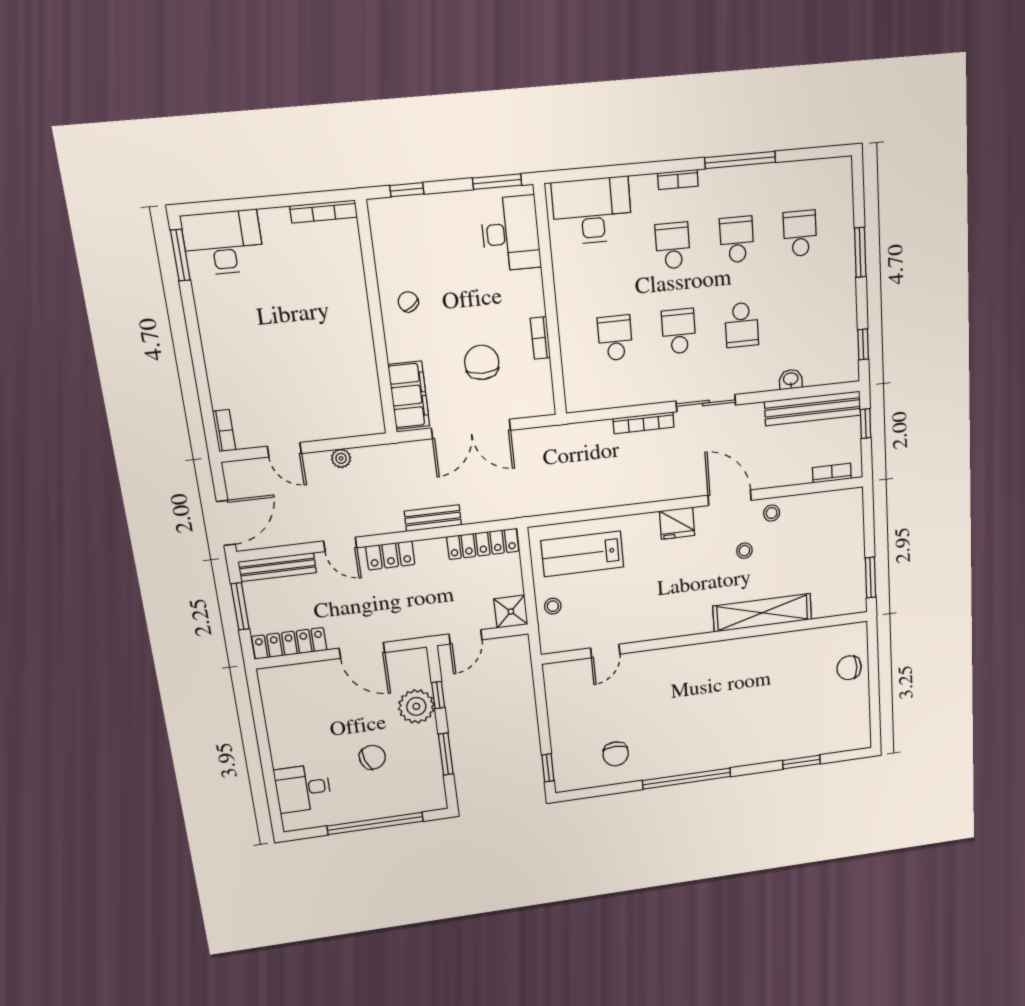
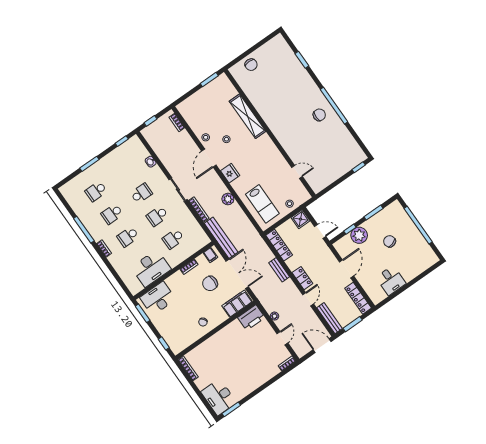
desk: (592, 211) -> (151, 268), moved, turned -90
filing cabinet: (540, 396) -> (210, 255), added
bench: (813, 408) -> (221, 238), moved
printer: (363, 409) -> (251, 318), added
plant: (630, 492) -> (228, 199), added
chair: (616, 754) -> (319, 115), moved
desk: (303, 788) -> (391, 280), moved

